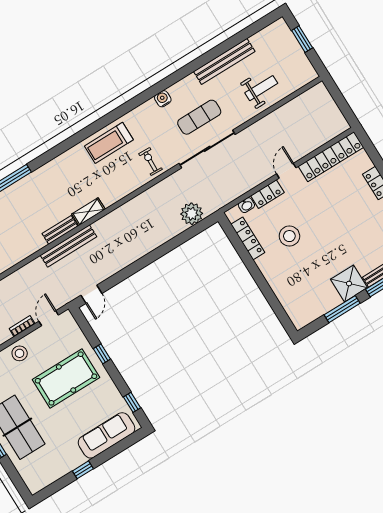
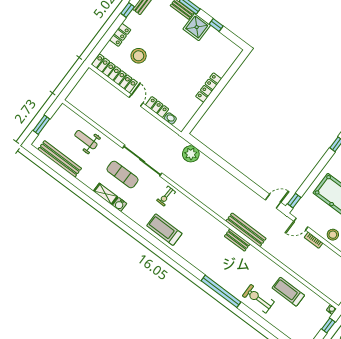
bench: (224, 61) -> (60, 159), moved
treadmill: (109, 143) -> (164, 230), turned 180
door: (286, 171) -> (136, 100), swing flipped
shelving: (88, 212) -> (106, 194), moved
stool: (289, 236) -> (139, 56), moved
locker: (248, 238) -> (209, 88), moved
window: (342, 309) -> (216, 25), width x0.46
window: (102, 354) -> (294, 201), moved

